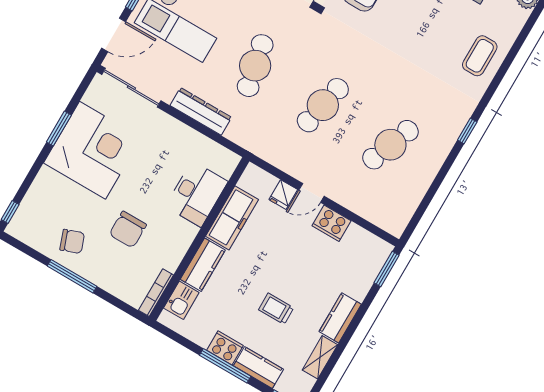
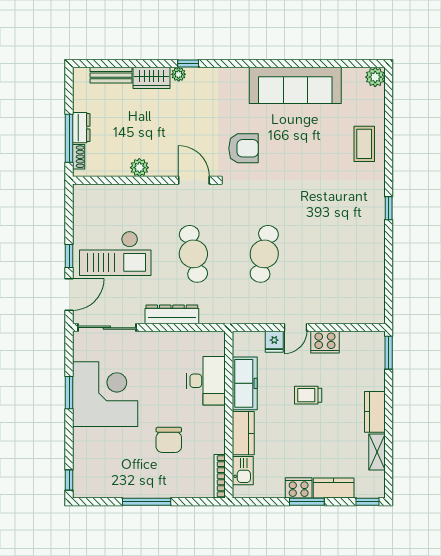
cafe table: (390, 145) -> (335, 254), removed
chair: (72, 241) -> (131, 475), removed
trolley: (276, 309) -> (308, 395), moved
window: (225, 366) -> (307, 502), width x0.69

